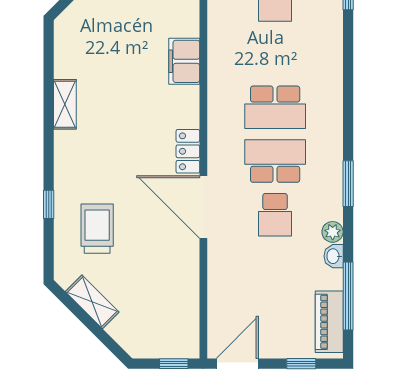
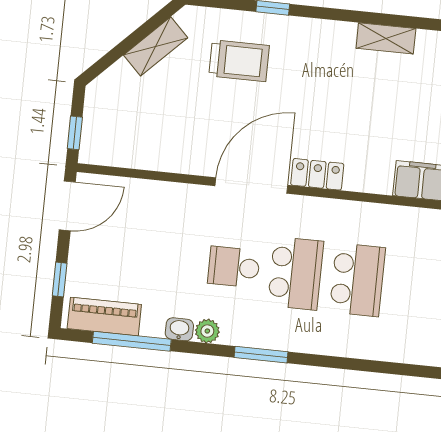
school desk: (275, 107) -> (357, 280), turned 180
door: (237, 364) -> (67, 206), hinge flipped

